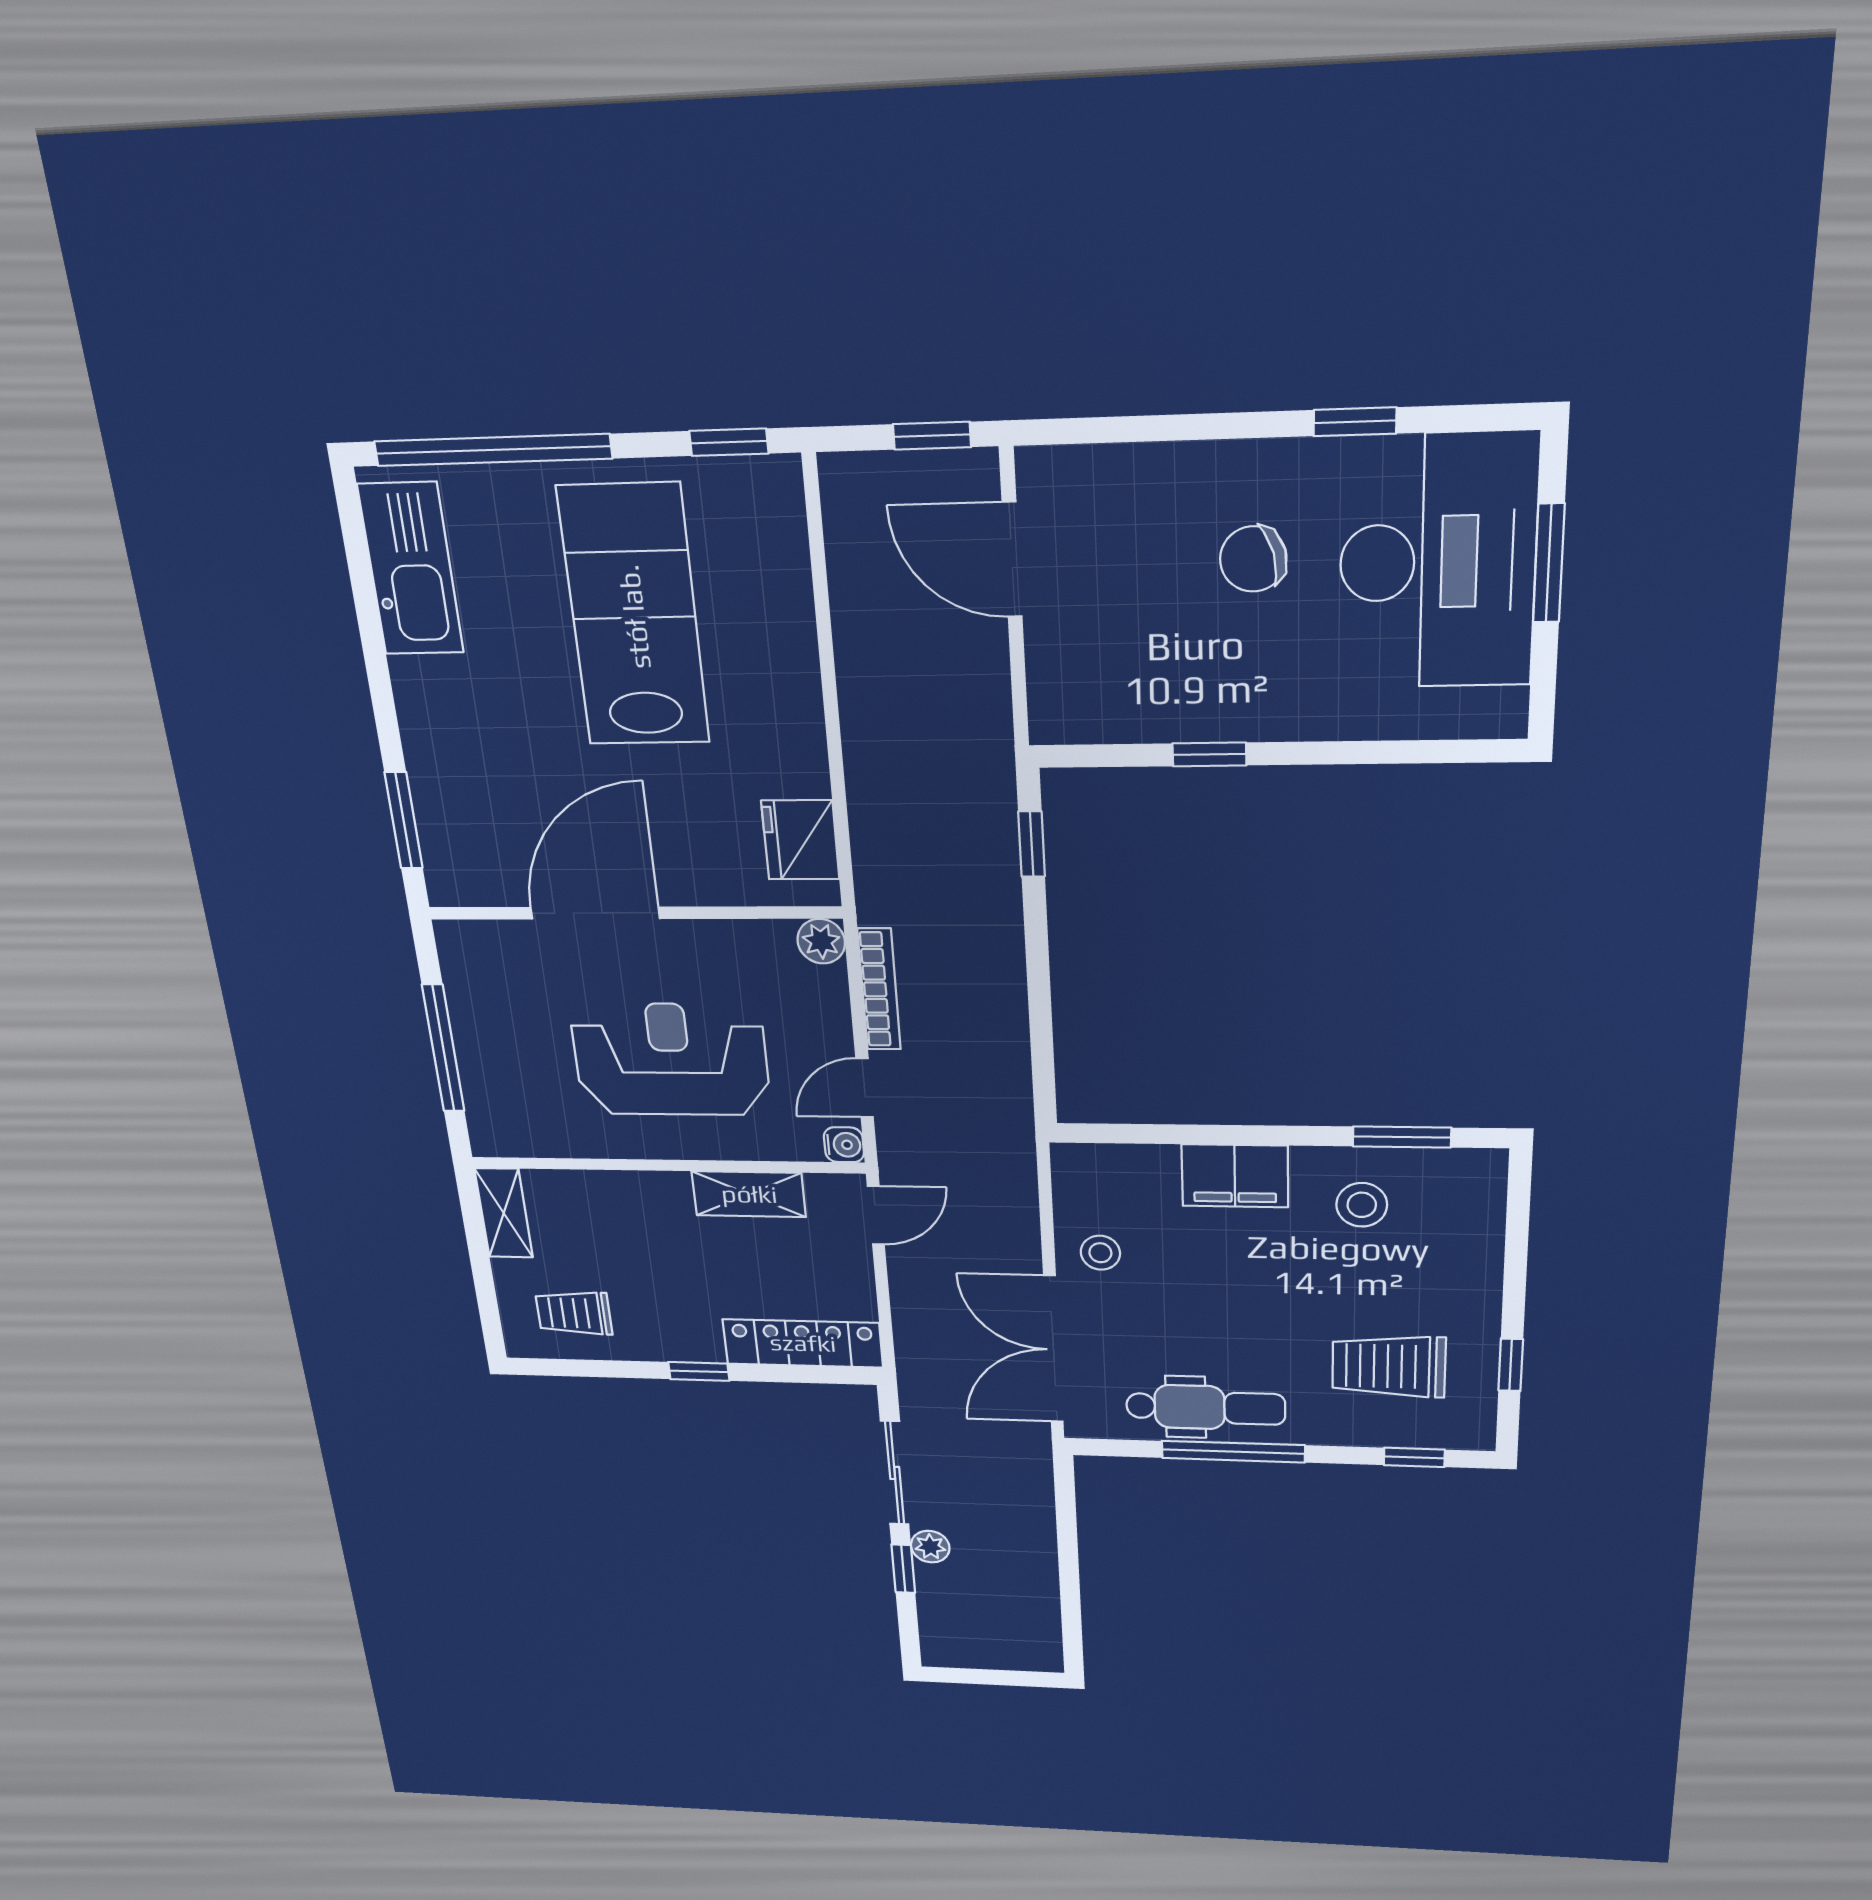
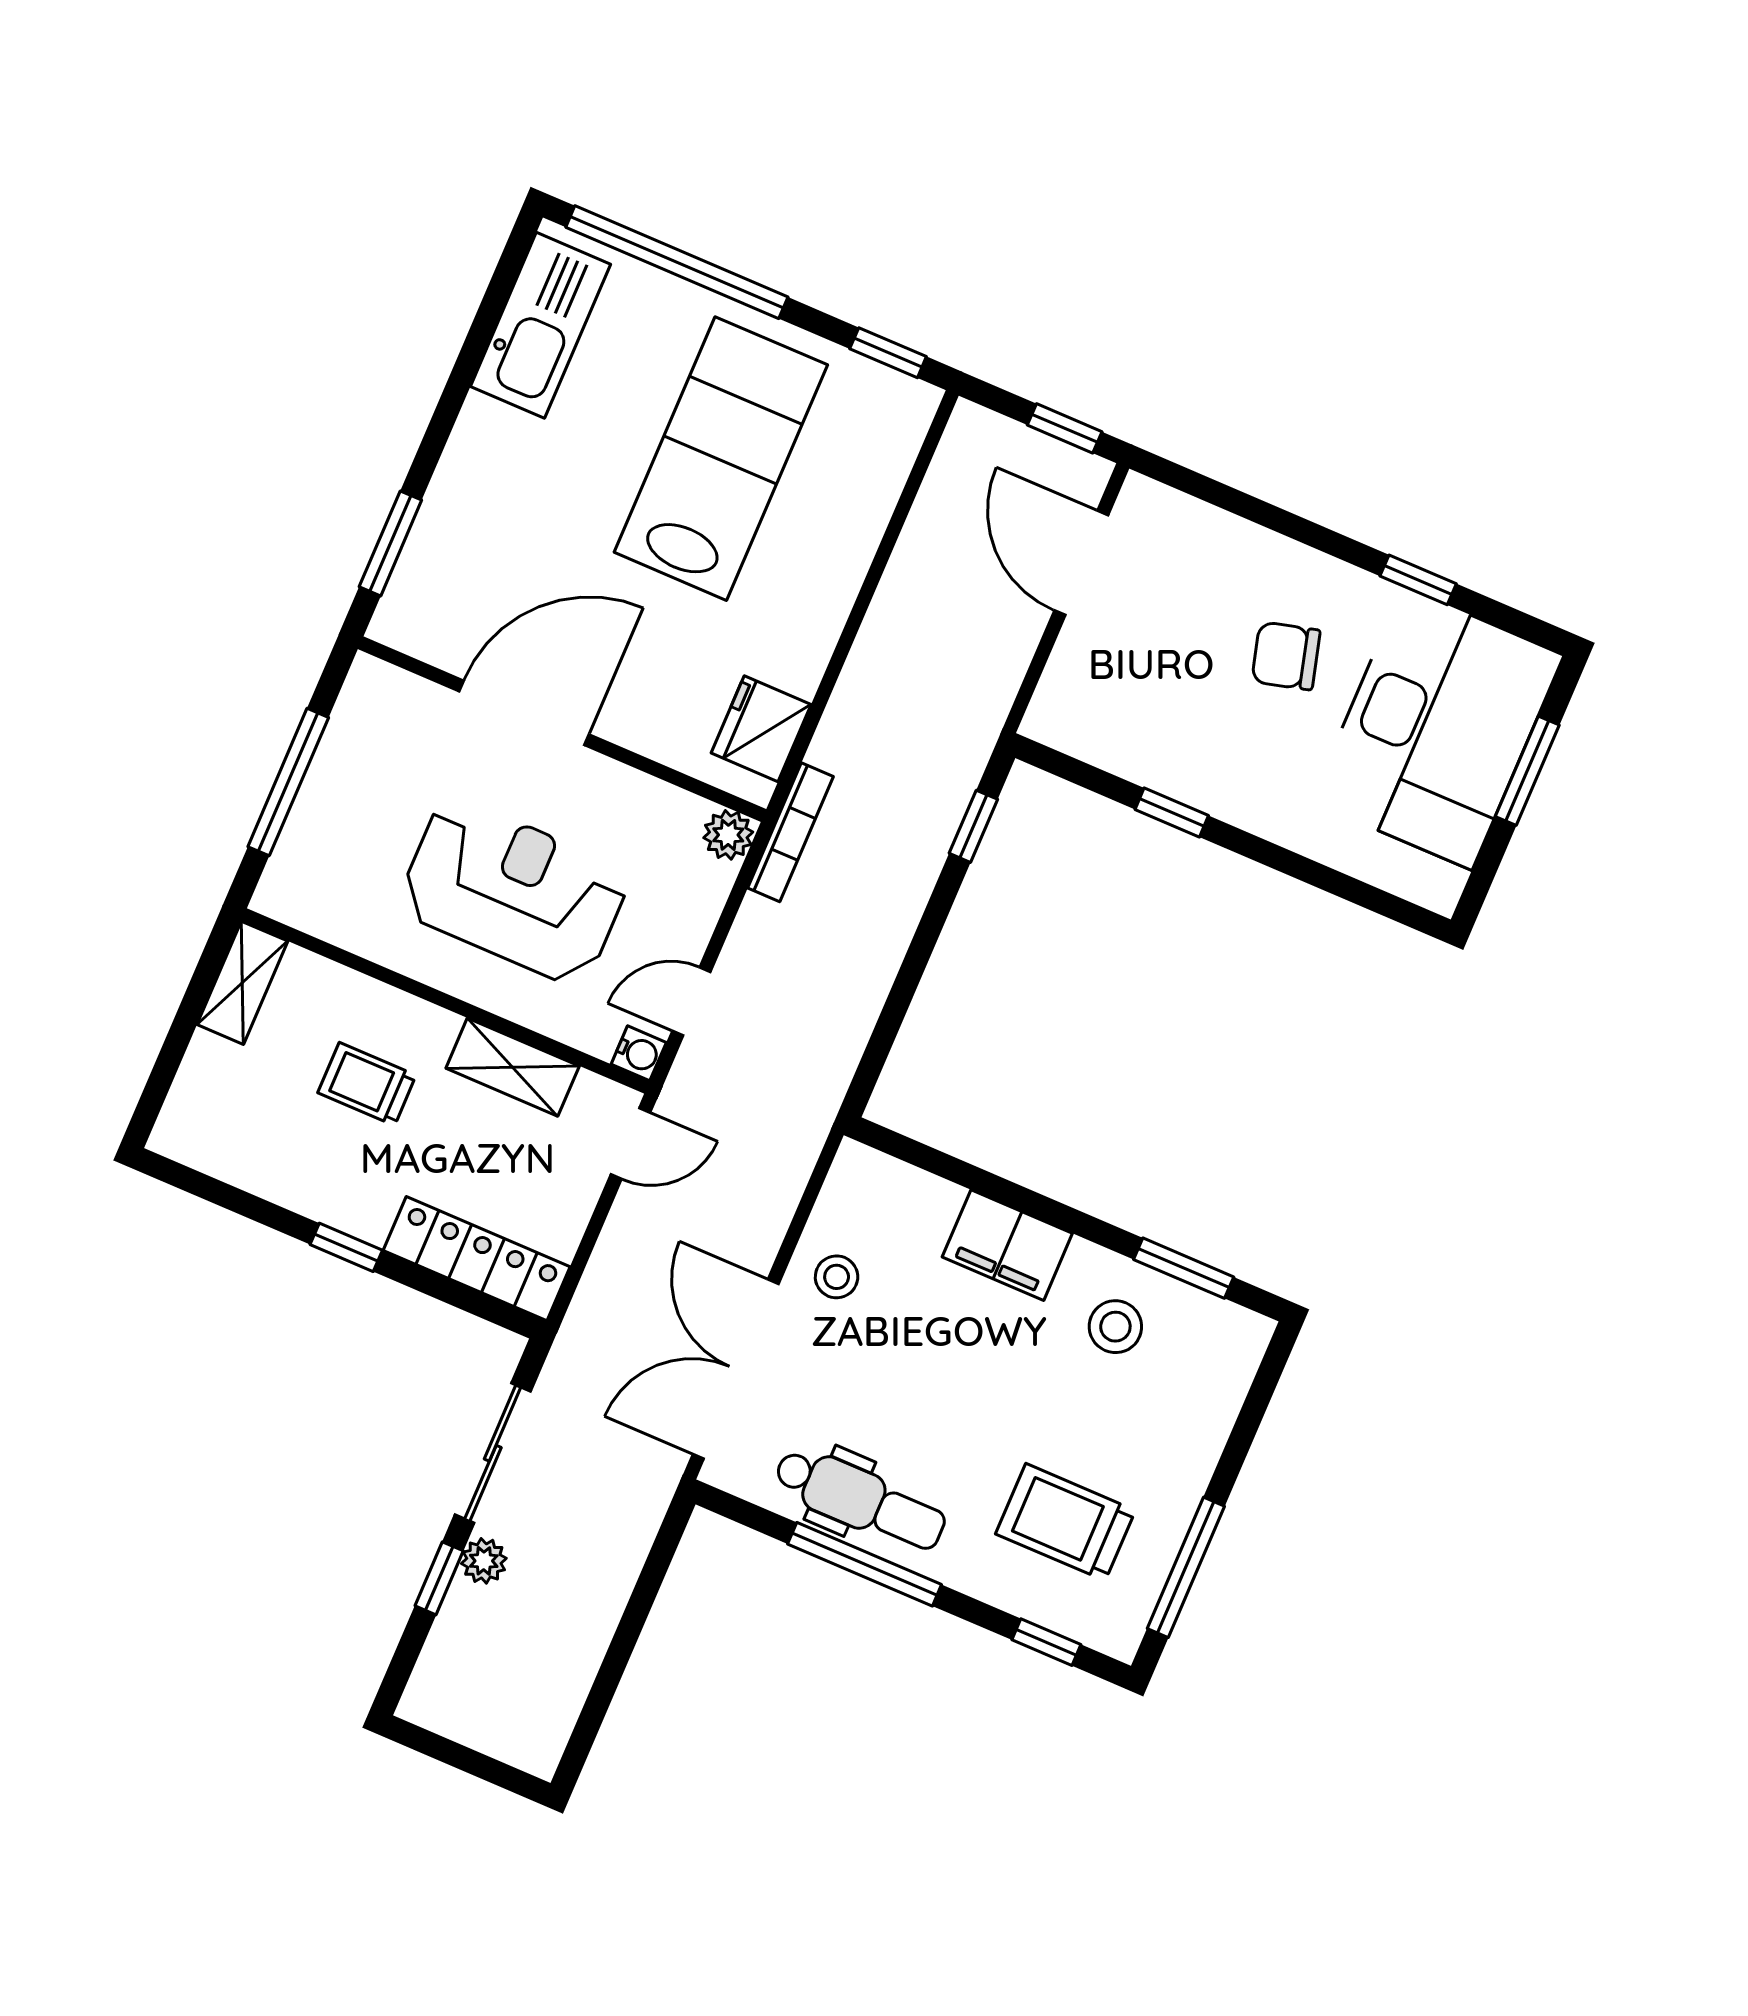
bookcase: (879, 989) -> (790, 832), moved
trolley: (574, 1313) -> (367, 1084), moved
window: (1511, 1365) -> (1186, 1567), width x2.17

